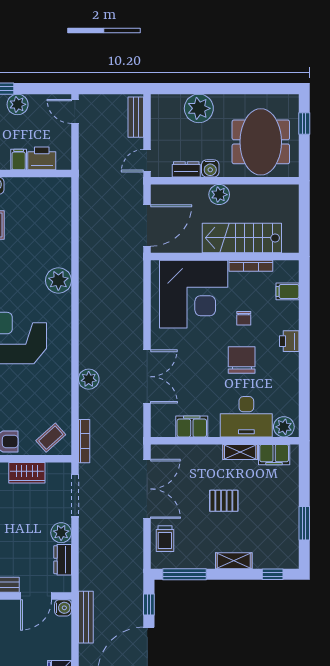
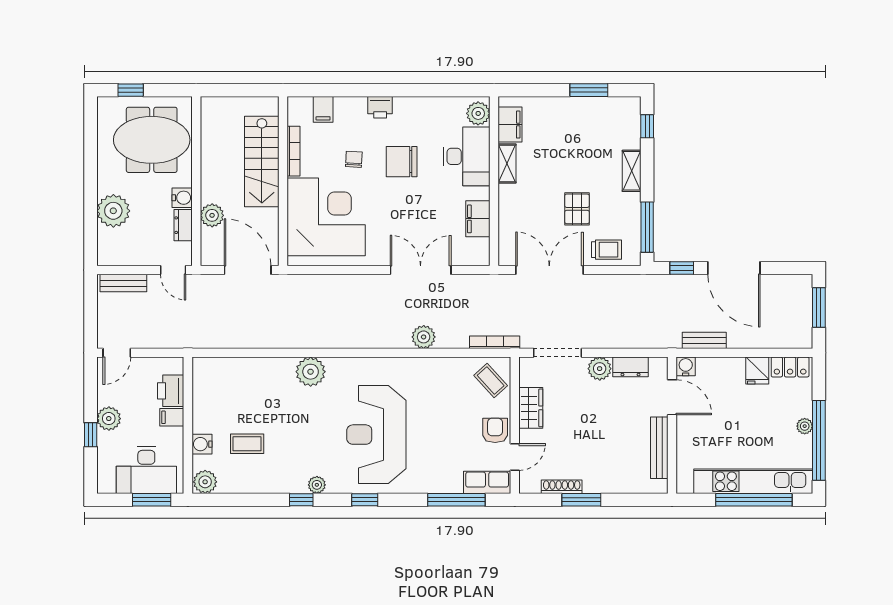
plant: (219, 195) -> (212, 215), moved
chair: (244, 318) -> (354, 159), turned -87
pallet: (224, 501) -> (577, 209), moved
bench: (86, 617) -> (704, 340), width x0.73

